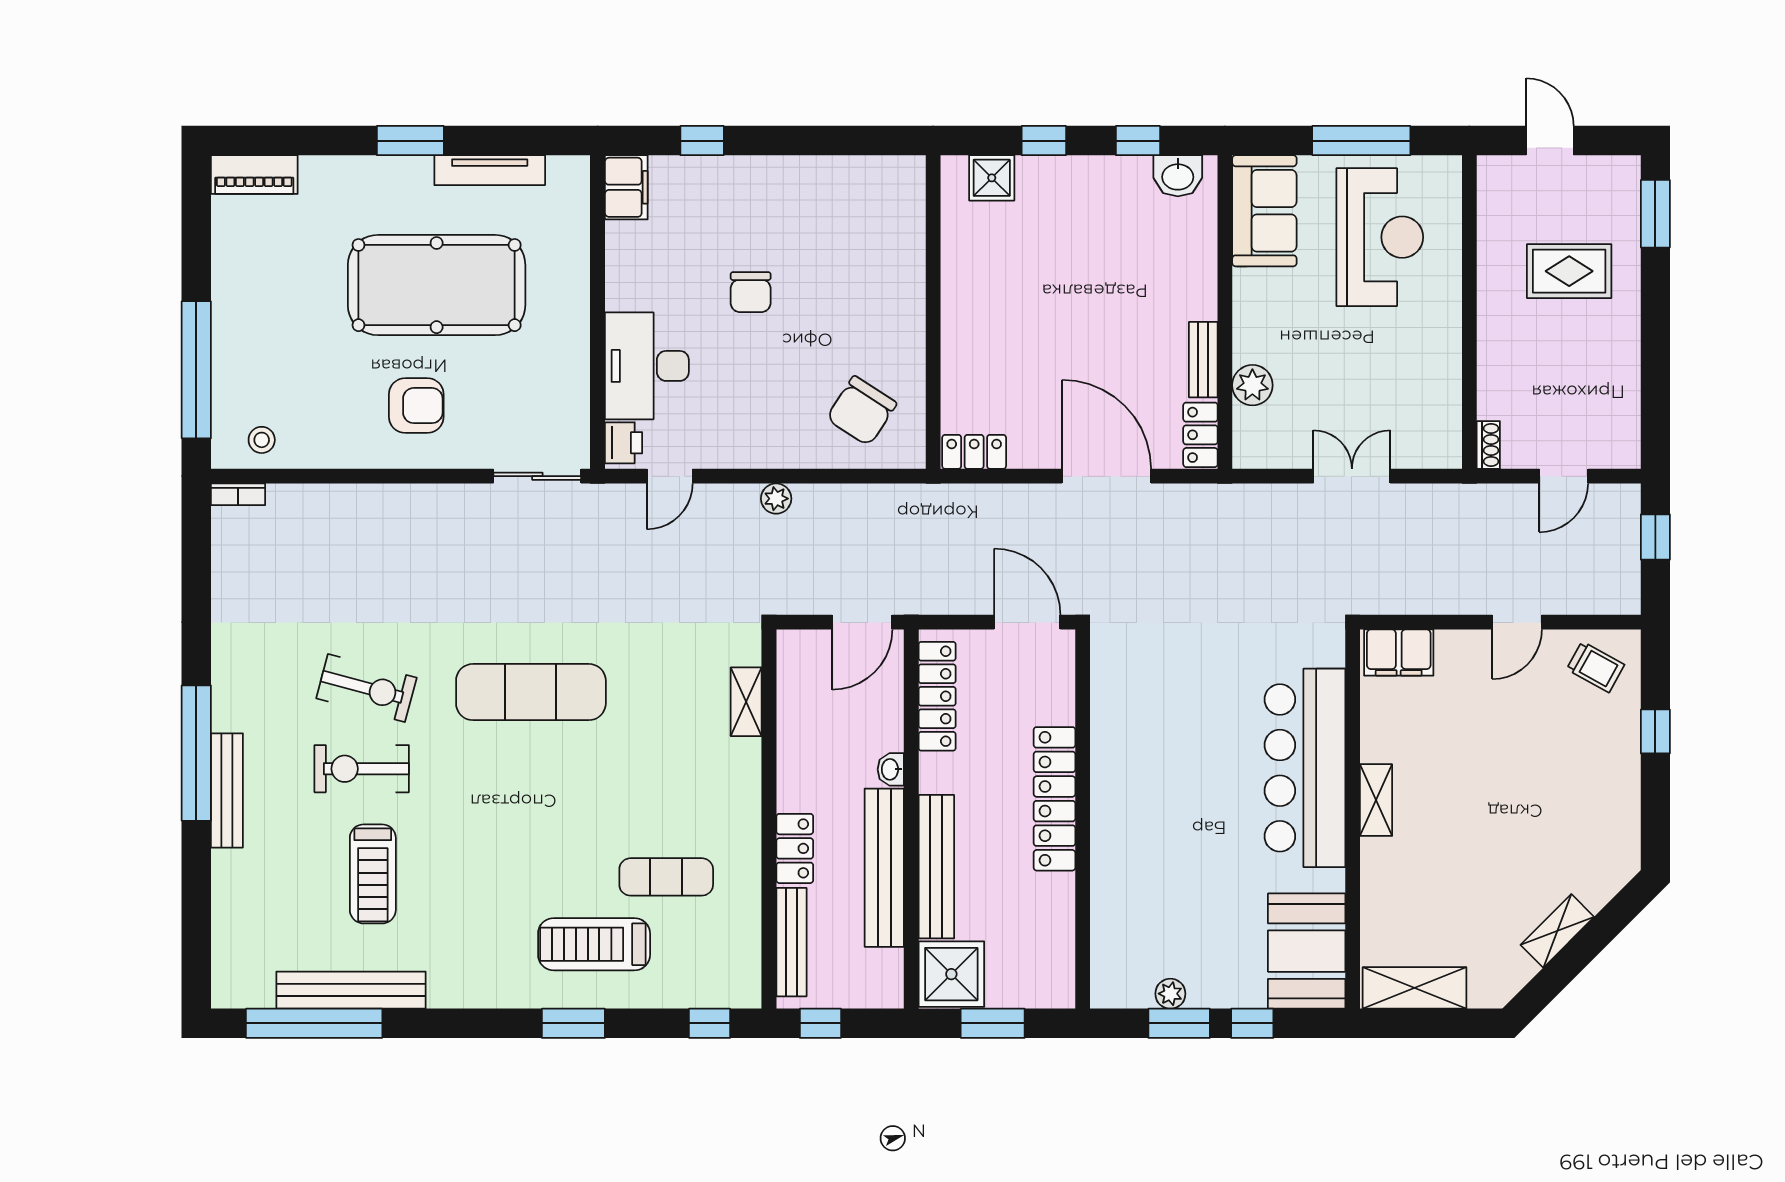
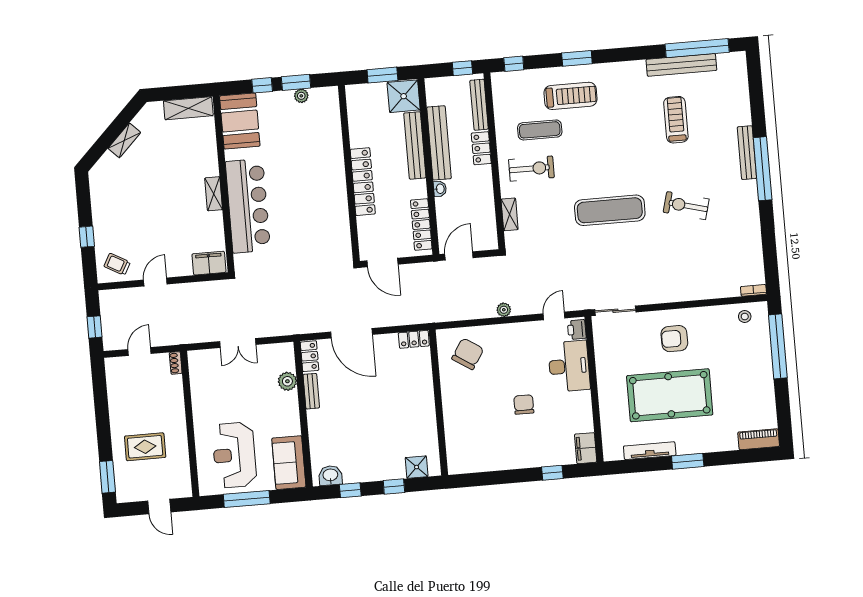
exercise bike: (362, 769) -> (531, 169), moved

